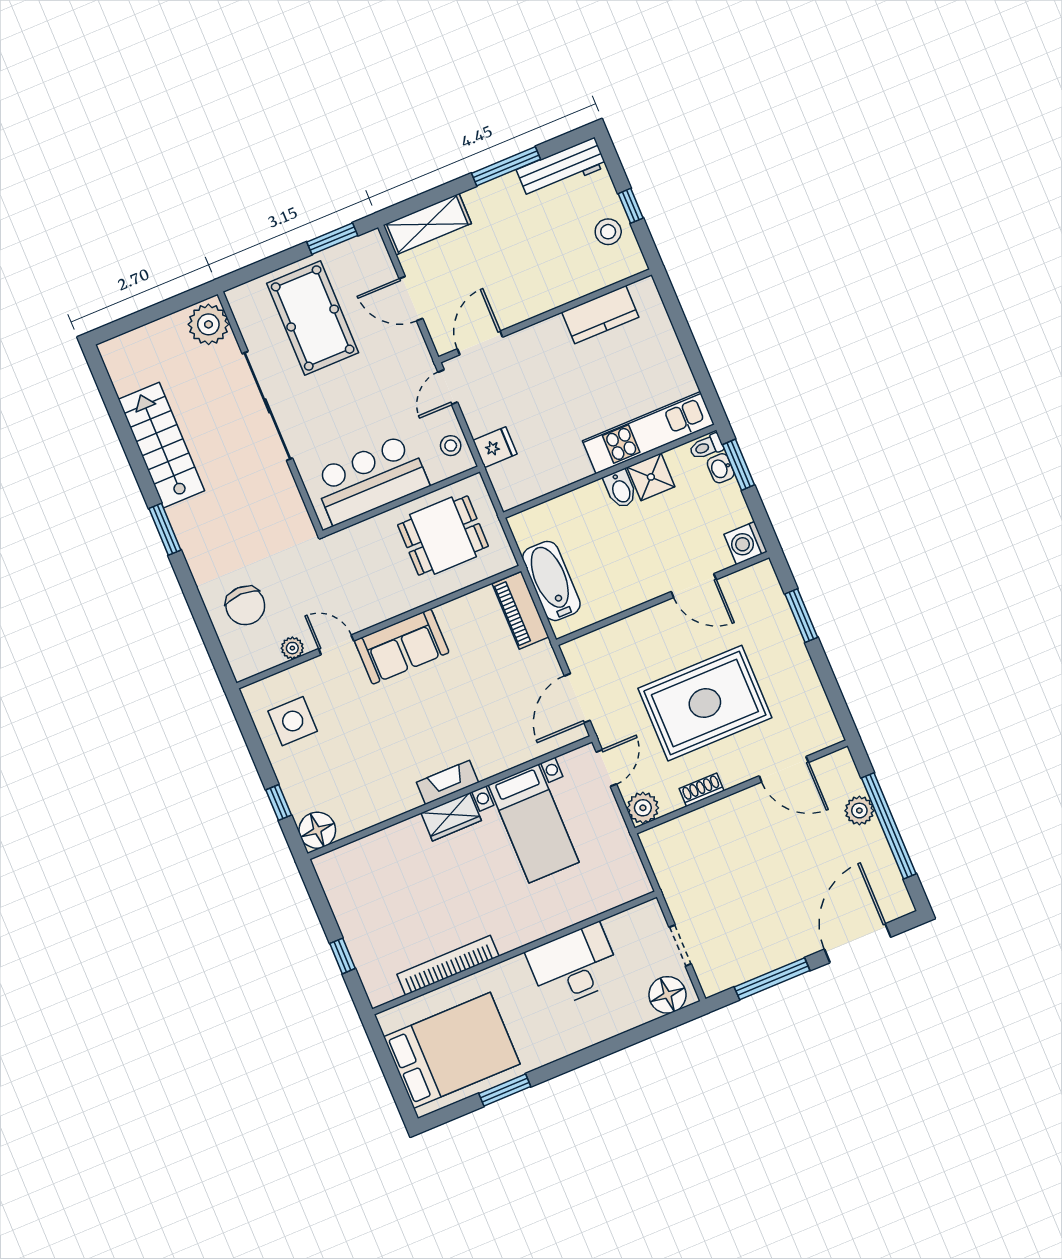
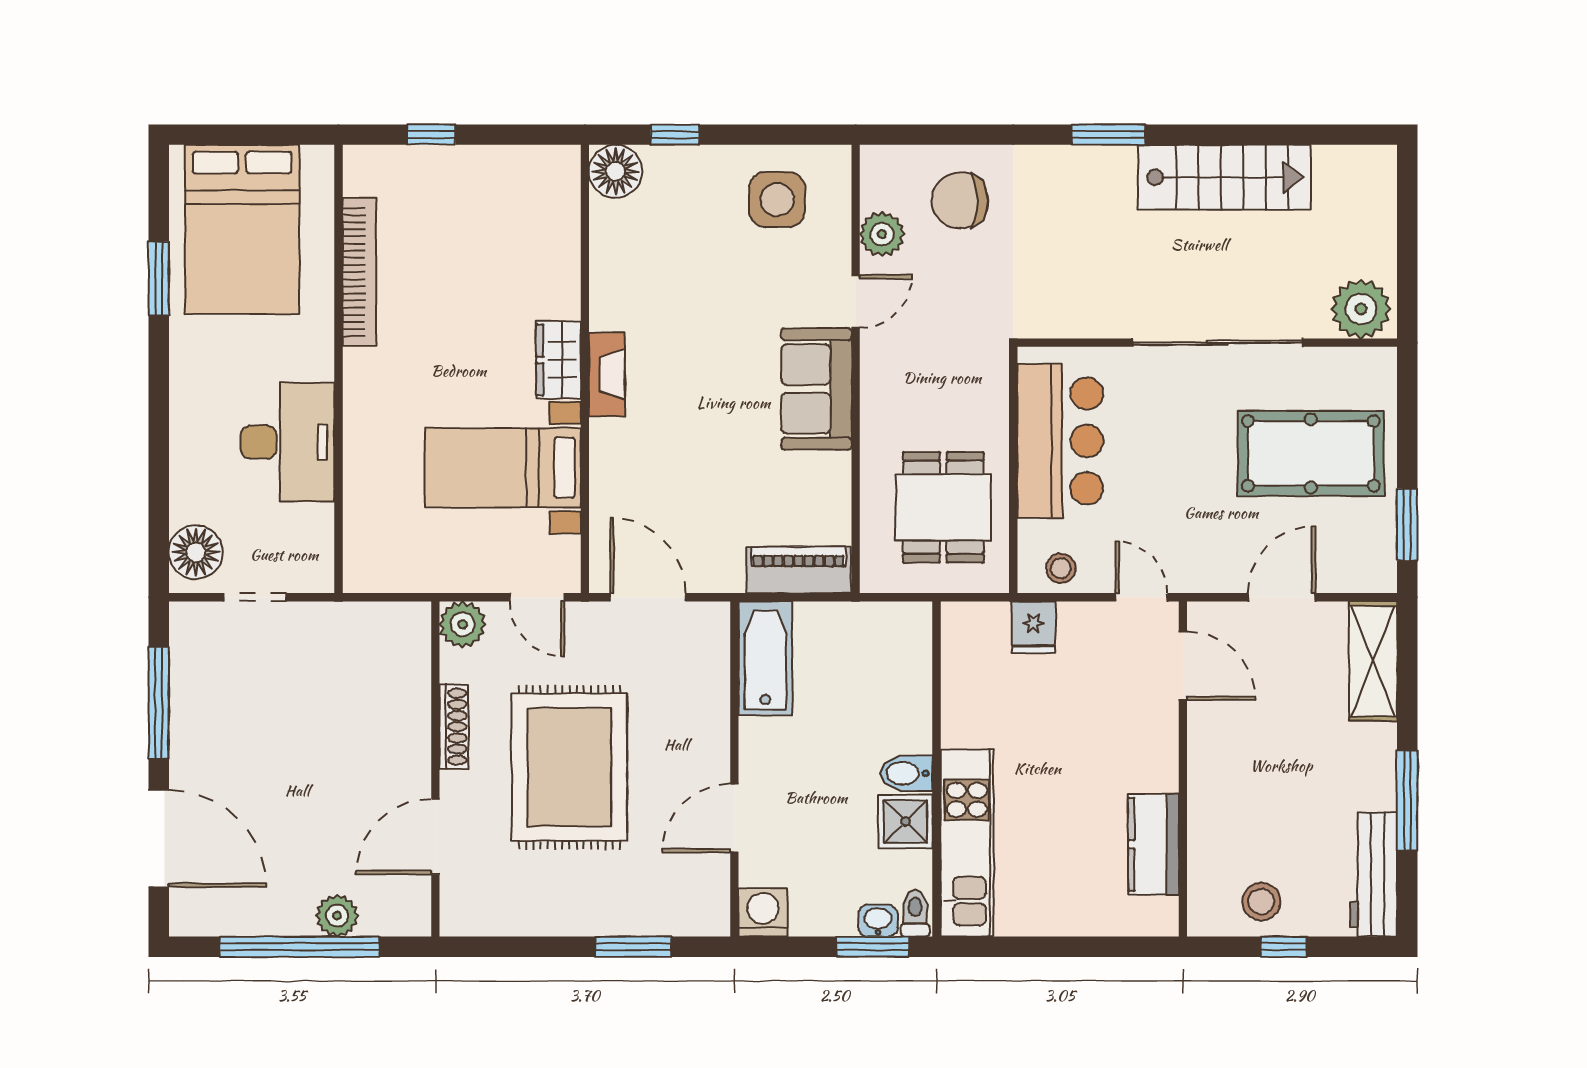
bathtub: (551, 581) -> (765, 658), moved, turned -90
plant: (292, 648) -> (882, 234), width x1.38, depth x1.38
shoe rack: (702, 790) -> (454, 727), width x1.43

